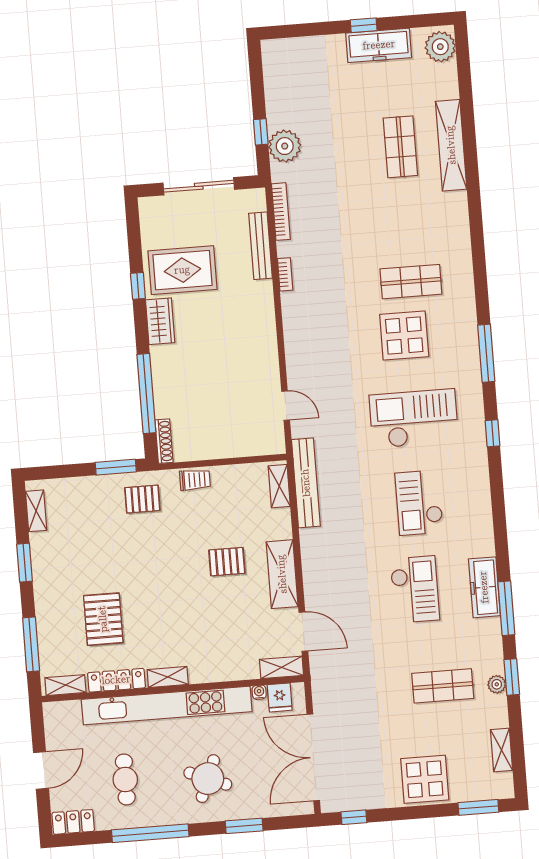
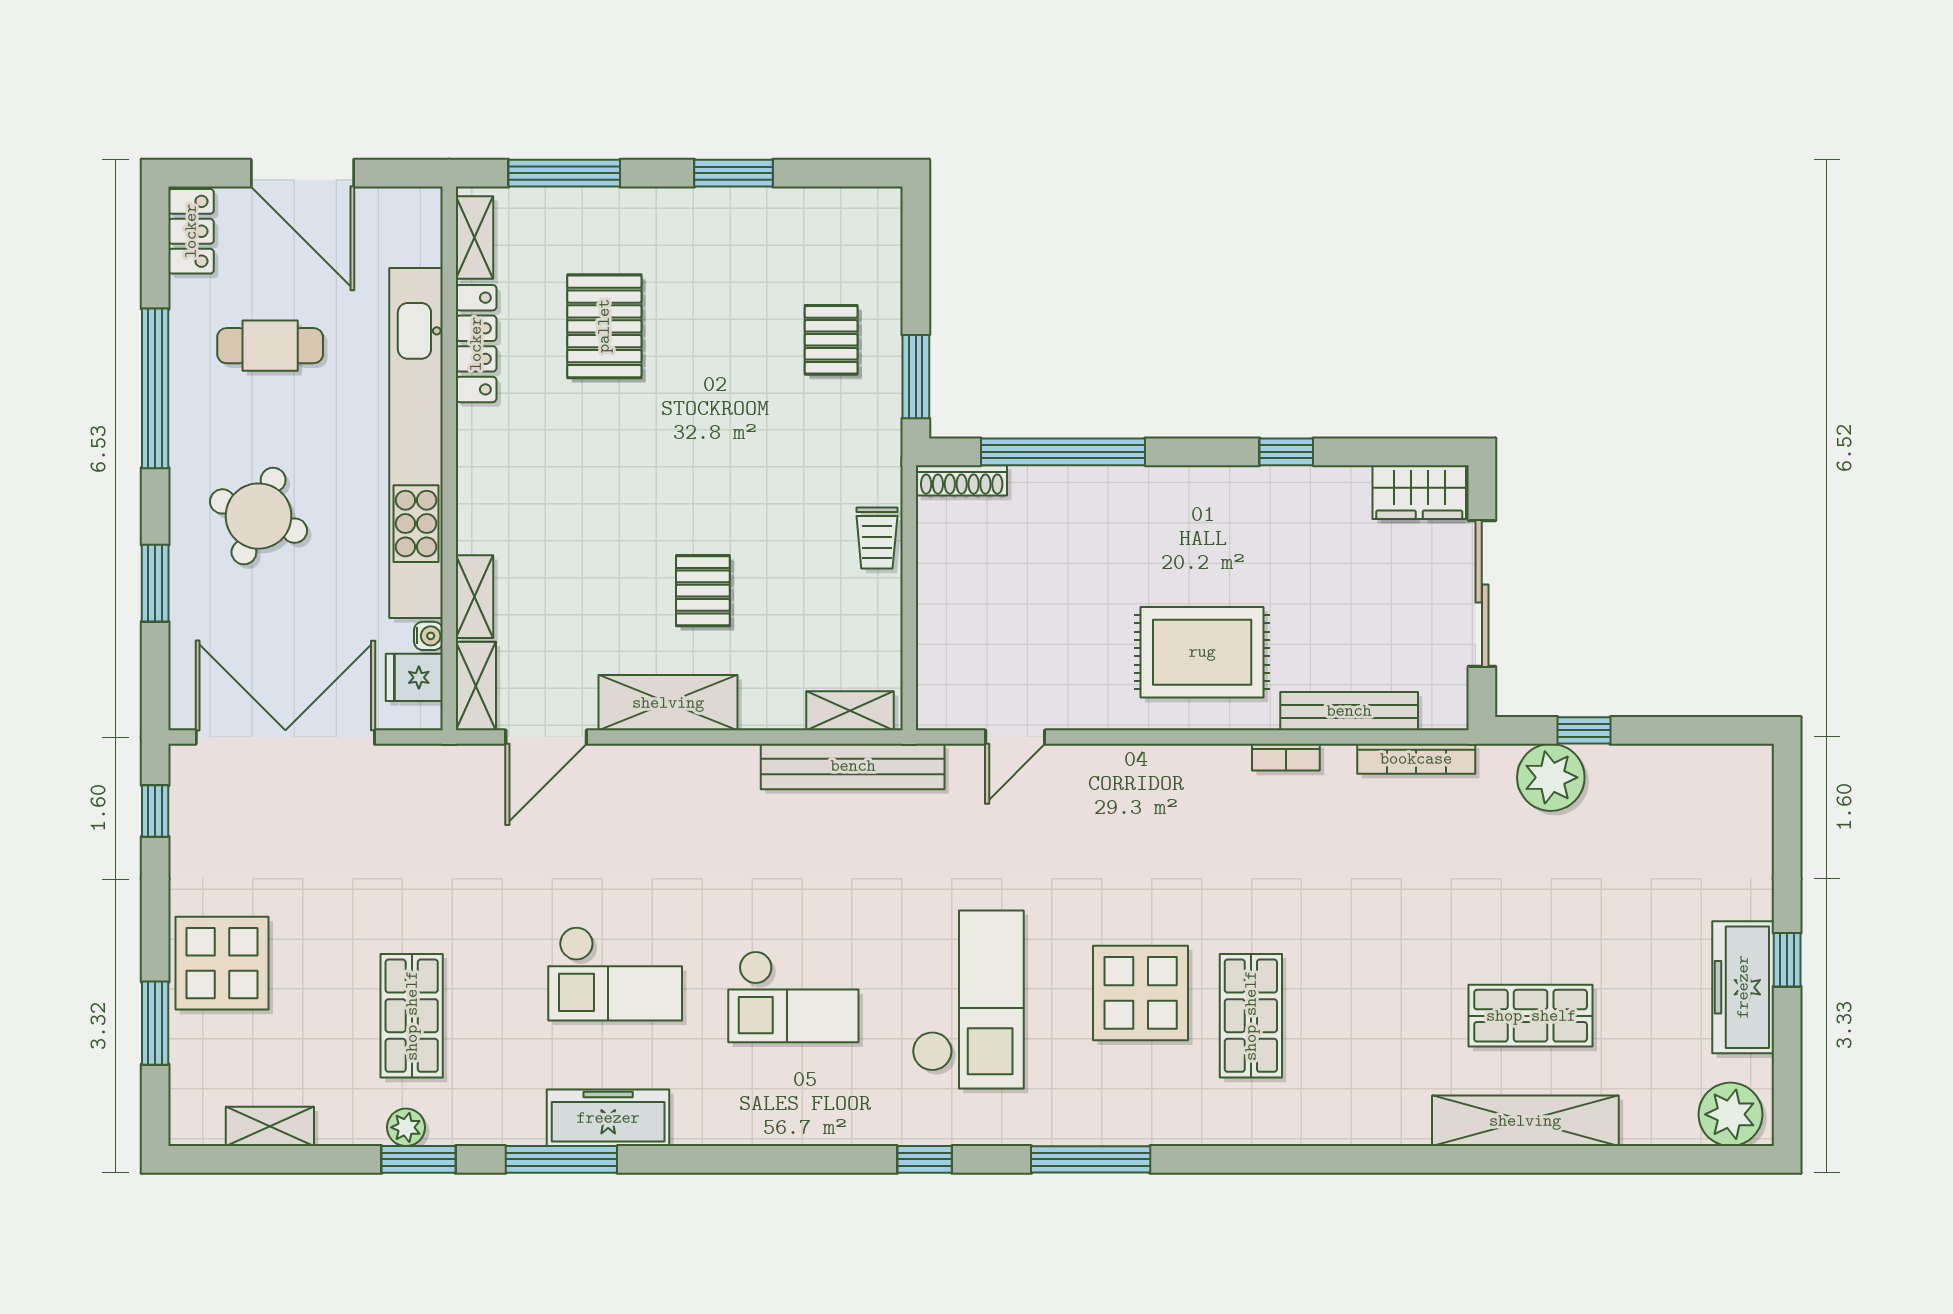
rug: (182, 270) -> (1202, 652), moved, turned 90
wardrobe: (160, 321) -> (1419, 492), moved
pallet: (142, 499) -> (831, 340), moved
checkout: (419, 503) -> (793, 997), turned 180
shelving: (36, 511) -> (839, 205), removed
pallet: (103, 619) -> (604, 326), turned 90
shelving: (168, 677) -> (475, 597), moved
door: (41, 770) -> (302, 173), width x1.36
window: (478, 807) -> (155, 1023), moved

